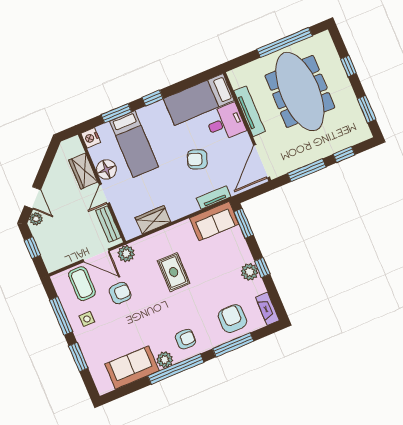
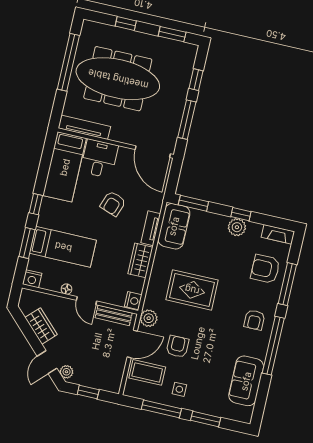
tv unit: (250, 111) -> (84, 127), moved
floor lamp: (106, 169) -> (67, 289), width x0.53, depth x0.53
wardrobe: (83, 171) -> (41, 326), moved, turned -135
tv unit: (214, 197) -> (151, 228), moved
door: (33, 198) -> (47, 362), swing flipped
wardrobe: (153, 220) -> (140, 260), moved
nightstand: (131, 231) -> (133, 301), added
rug: (174, 272) -> (192, 290), width x1.36, depth x1.43
armchair: (185, 339) -> (254, 320), turned 180
plant: (165, 360) -> (259, 349), removed

